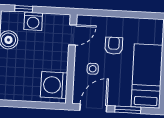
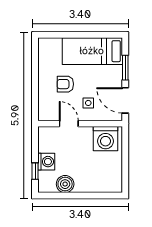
door: (73, 35) -> (69, 124), moved

